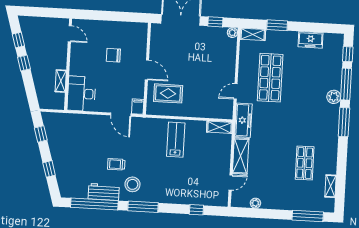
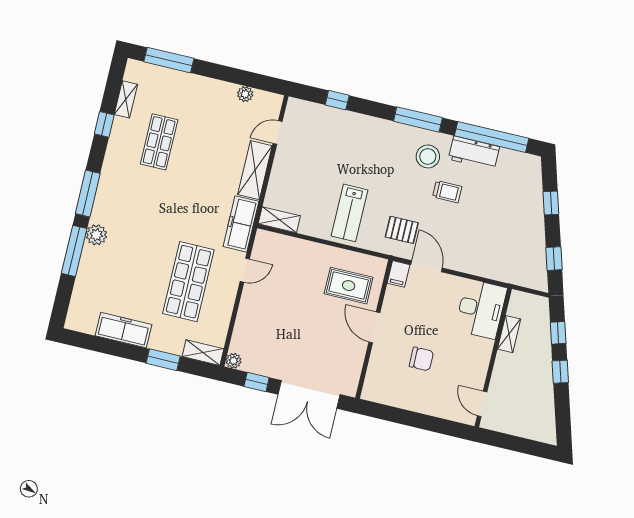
window: (18, 40) -> (558, 333), moved
freezer: (311, 40) -> (124, 330), width x1.40
window: (348, 54) -> (104, 124), moved
pallet: (141, 135) -> (402, 230), added

